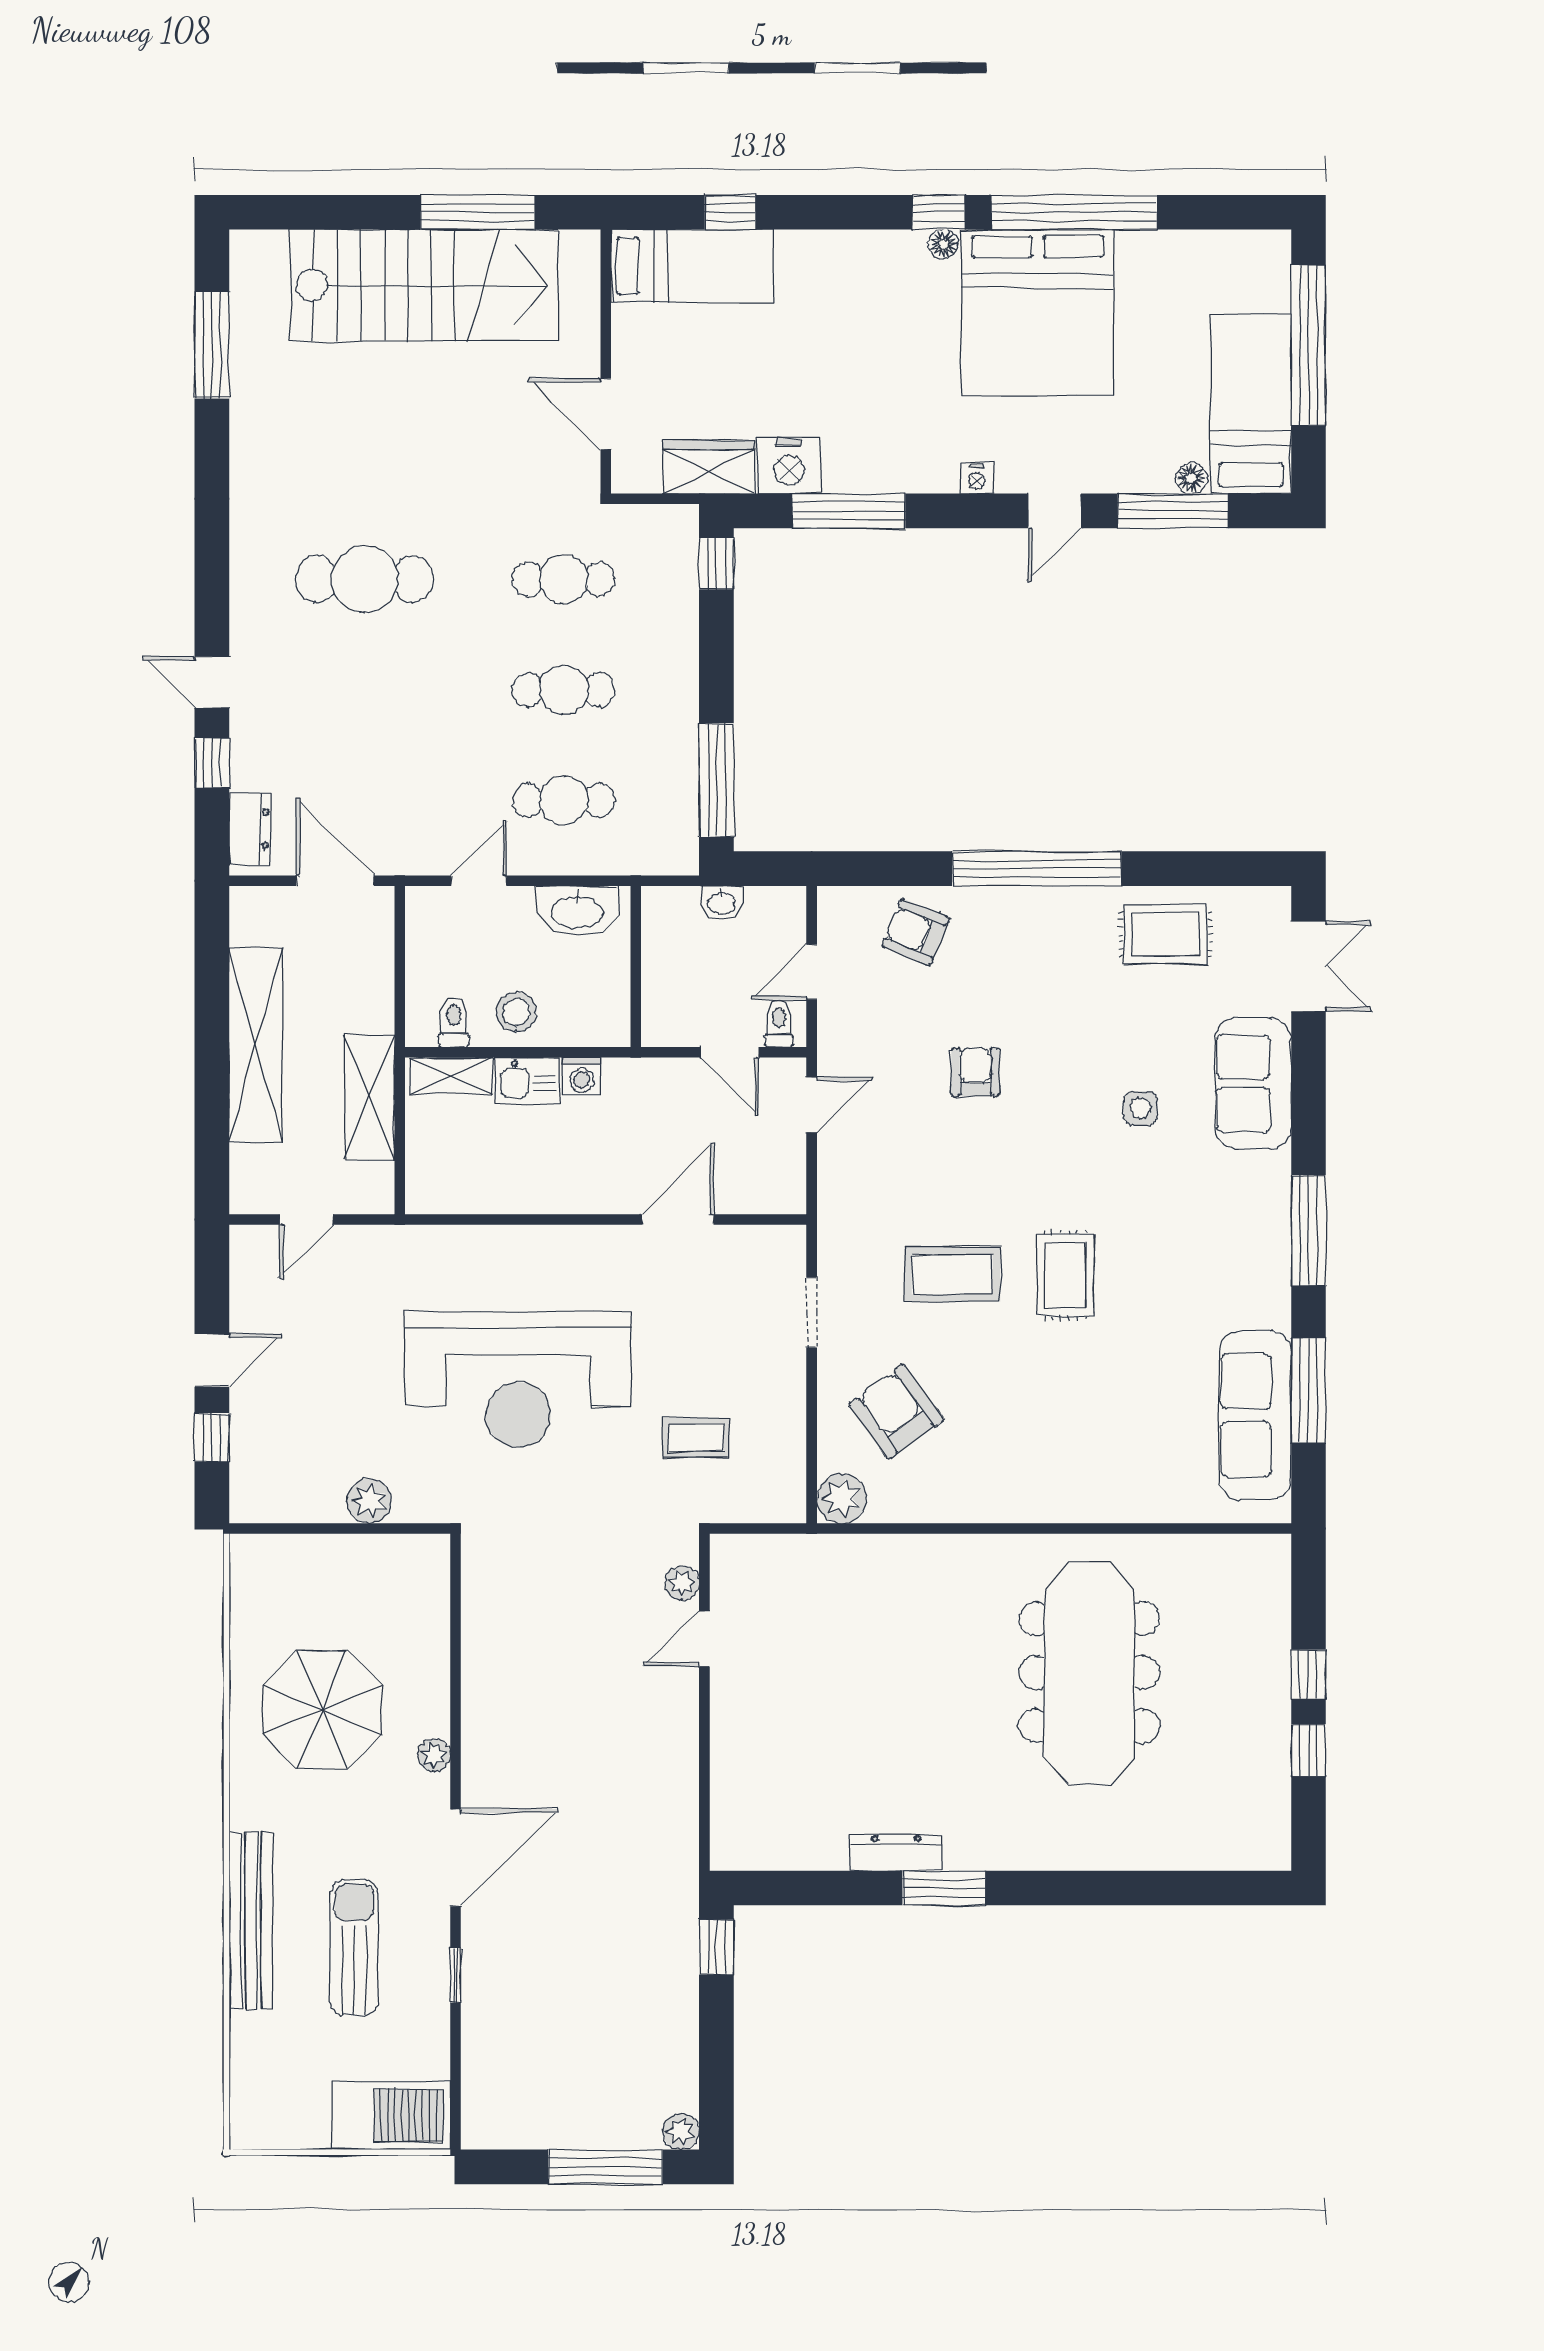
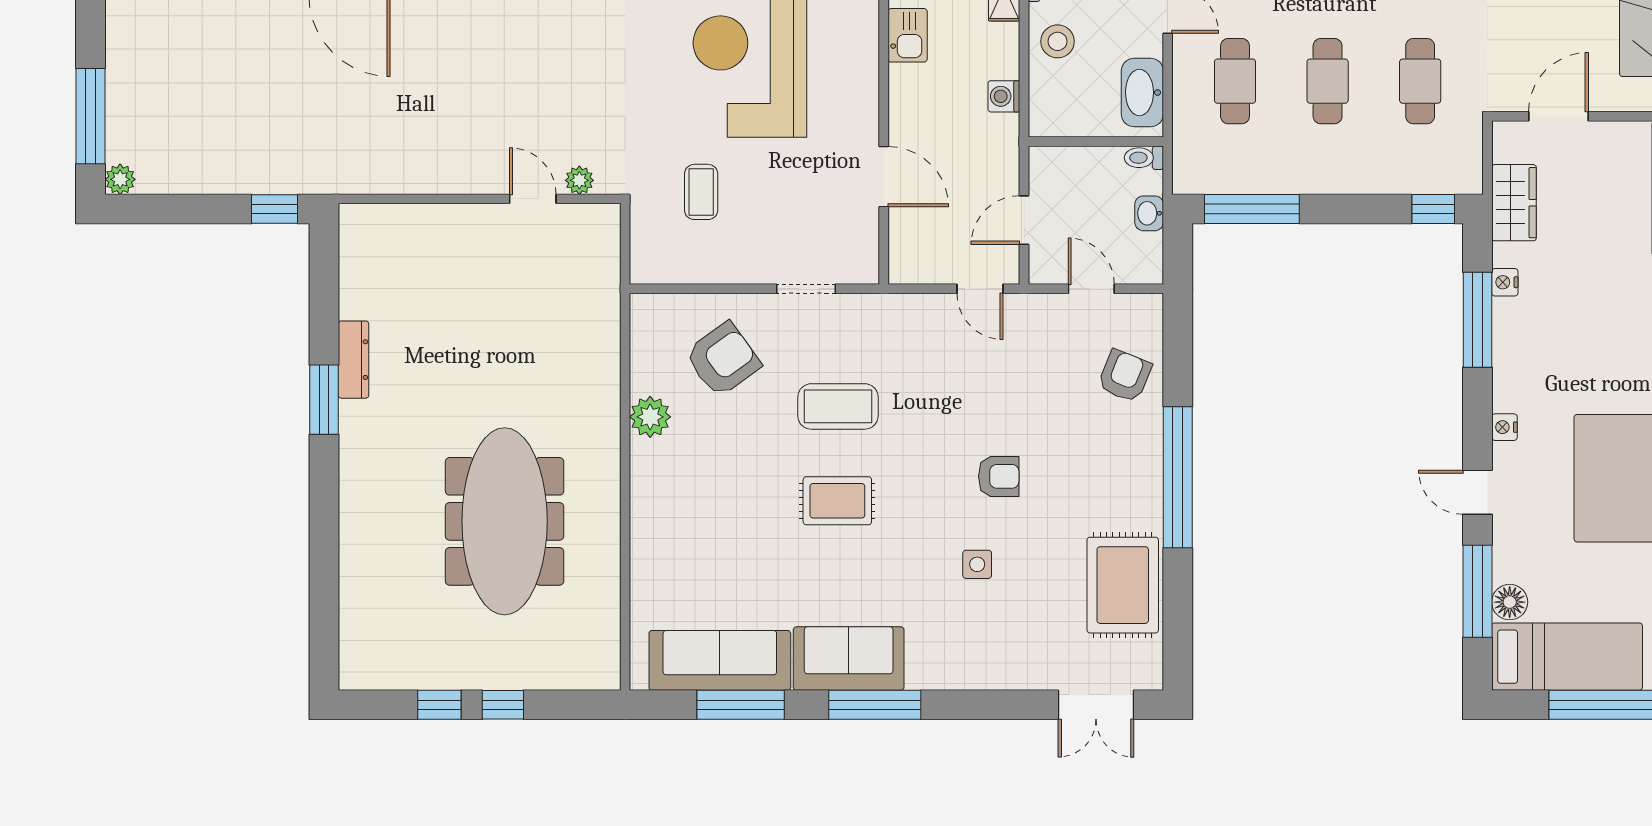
nightstand: (789, 466) -> (1505, 282), width x0.53, depth x0.56
floor lamp: (1191, 478) -> (1510, 602), width x1.37, depth x1.37
rug: (1165, 934) -> (1123, 585), width x1.36, depth x1.43
toilet: (779, 1024) -> (1144, 158), moved, turned 180
armchair: (975, 1072) -> (999, 476), moved
kitchen sink: (527, 1081) -> (908, 35), moved, turned 180
sofa: (1253, 1083) -> (849, 659), moved
coffee table: (952, 1274) -> (838, 406), turned 90
plant: (842, 1499) -> (650, 417), moved
meeting table: (1089, 1672) -> (505, 521), turned 90

